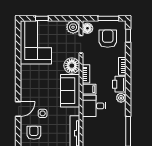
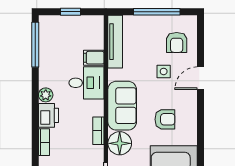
armchair: (42, 82) -> (165, 119), added
filing cabinet: (89, 89) -> (94, 58), moved

